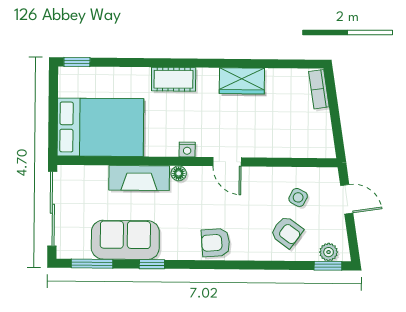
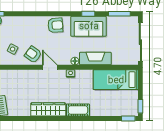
wardrobe: (242, 81) -> (48, 109), width x1.50
window: (53, 85) -> (140, 106), added
bed: (100, 127) -> (116, 80), width x0.67
armchair: (287, 232) -> (33, 54), moved
sofa: (125, 240) -> (89, 26), moved

